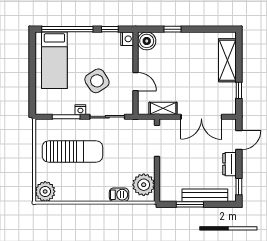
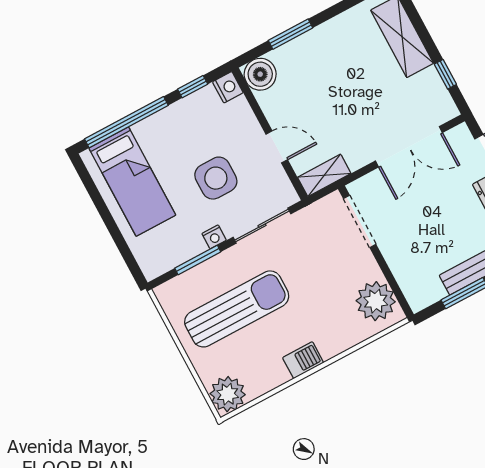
window: (173, 29) -> (291, 34), width x1.50
side table: (97, 81) -> (216, 178), turned 33
shelving: (163, 108) -> (324, 175), moved
barbecue: (119, 195) -> (303, 360), moved

